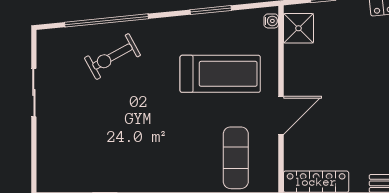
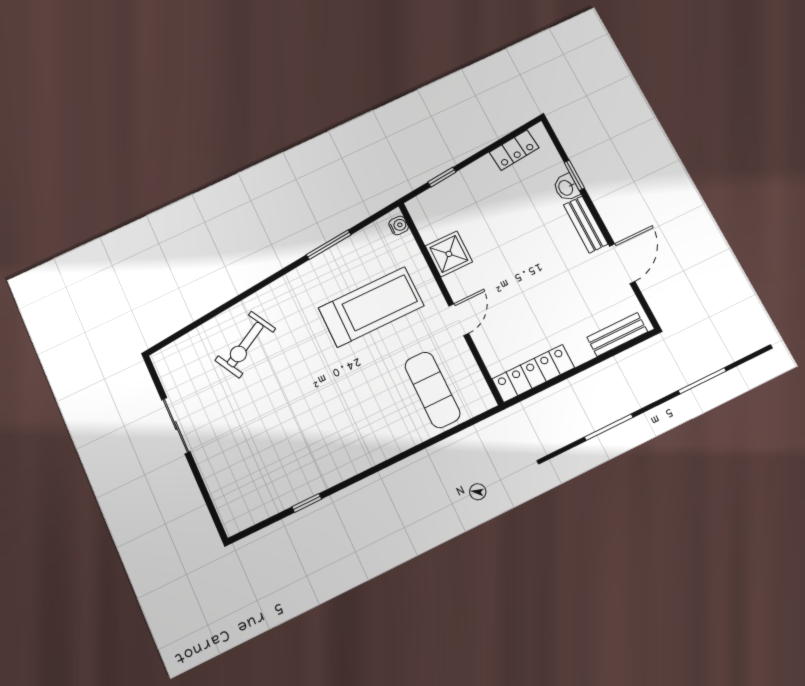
window: (106, 20) -> (221, 309), removed
shower: (298, 28) -> (449, 254), moved
door: (281, 115) -> (459, 320), width x0.73

